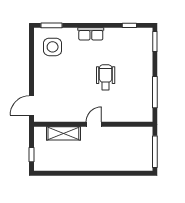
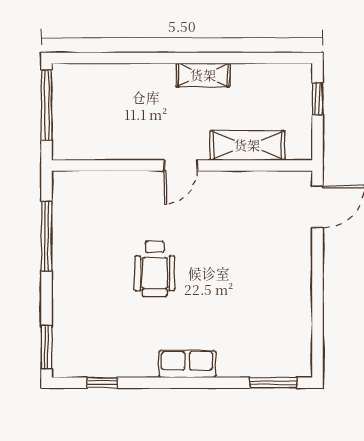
side table: (53, 47) -> (271, 335), removed
shelving: (84, 165) -> (203, 75), added

